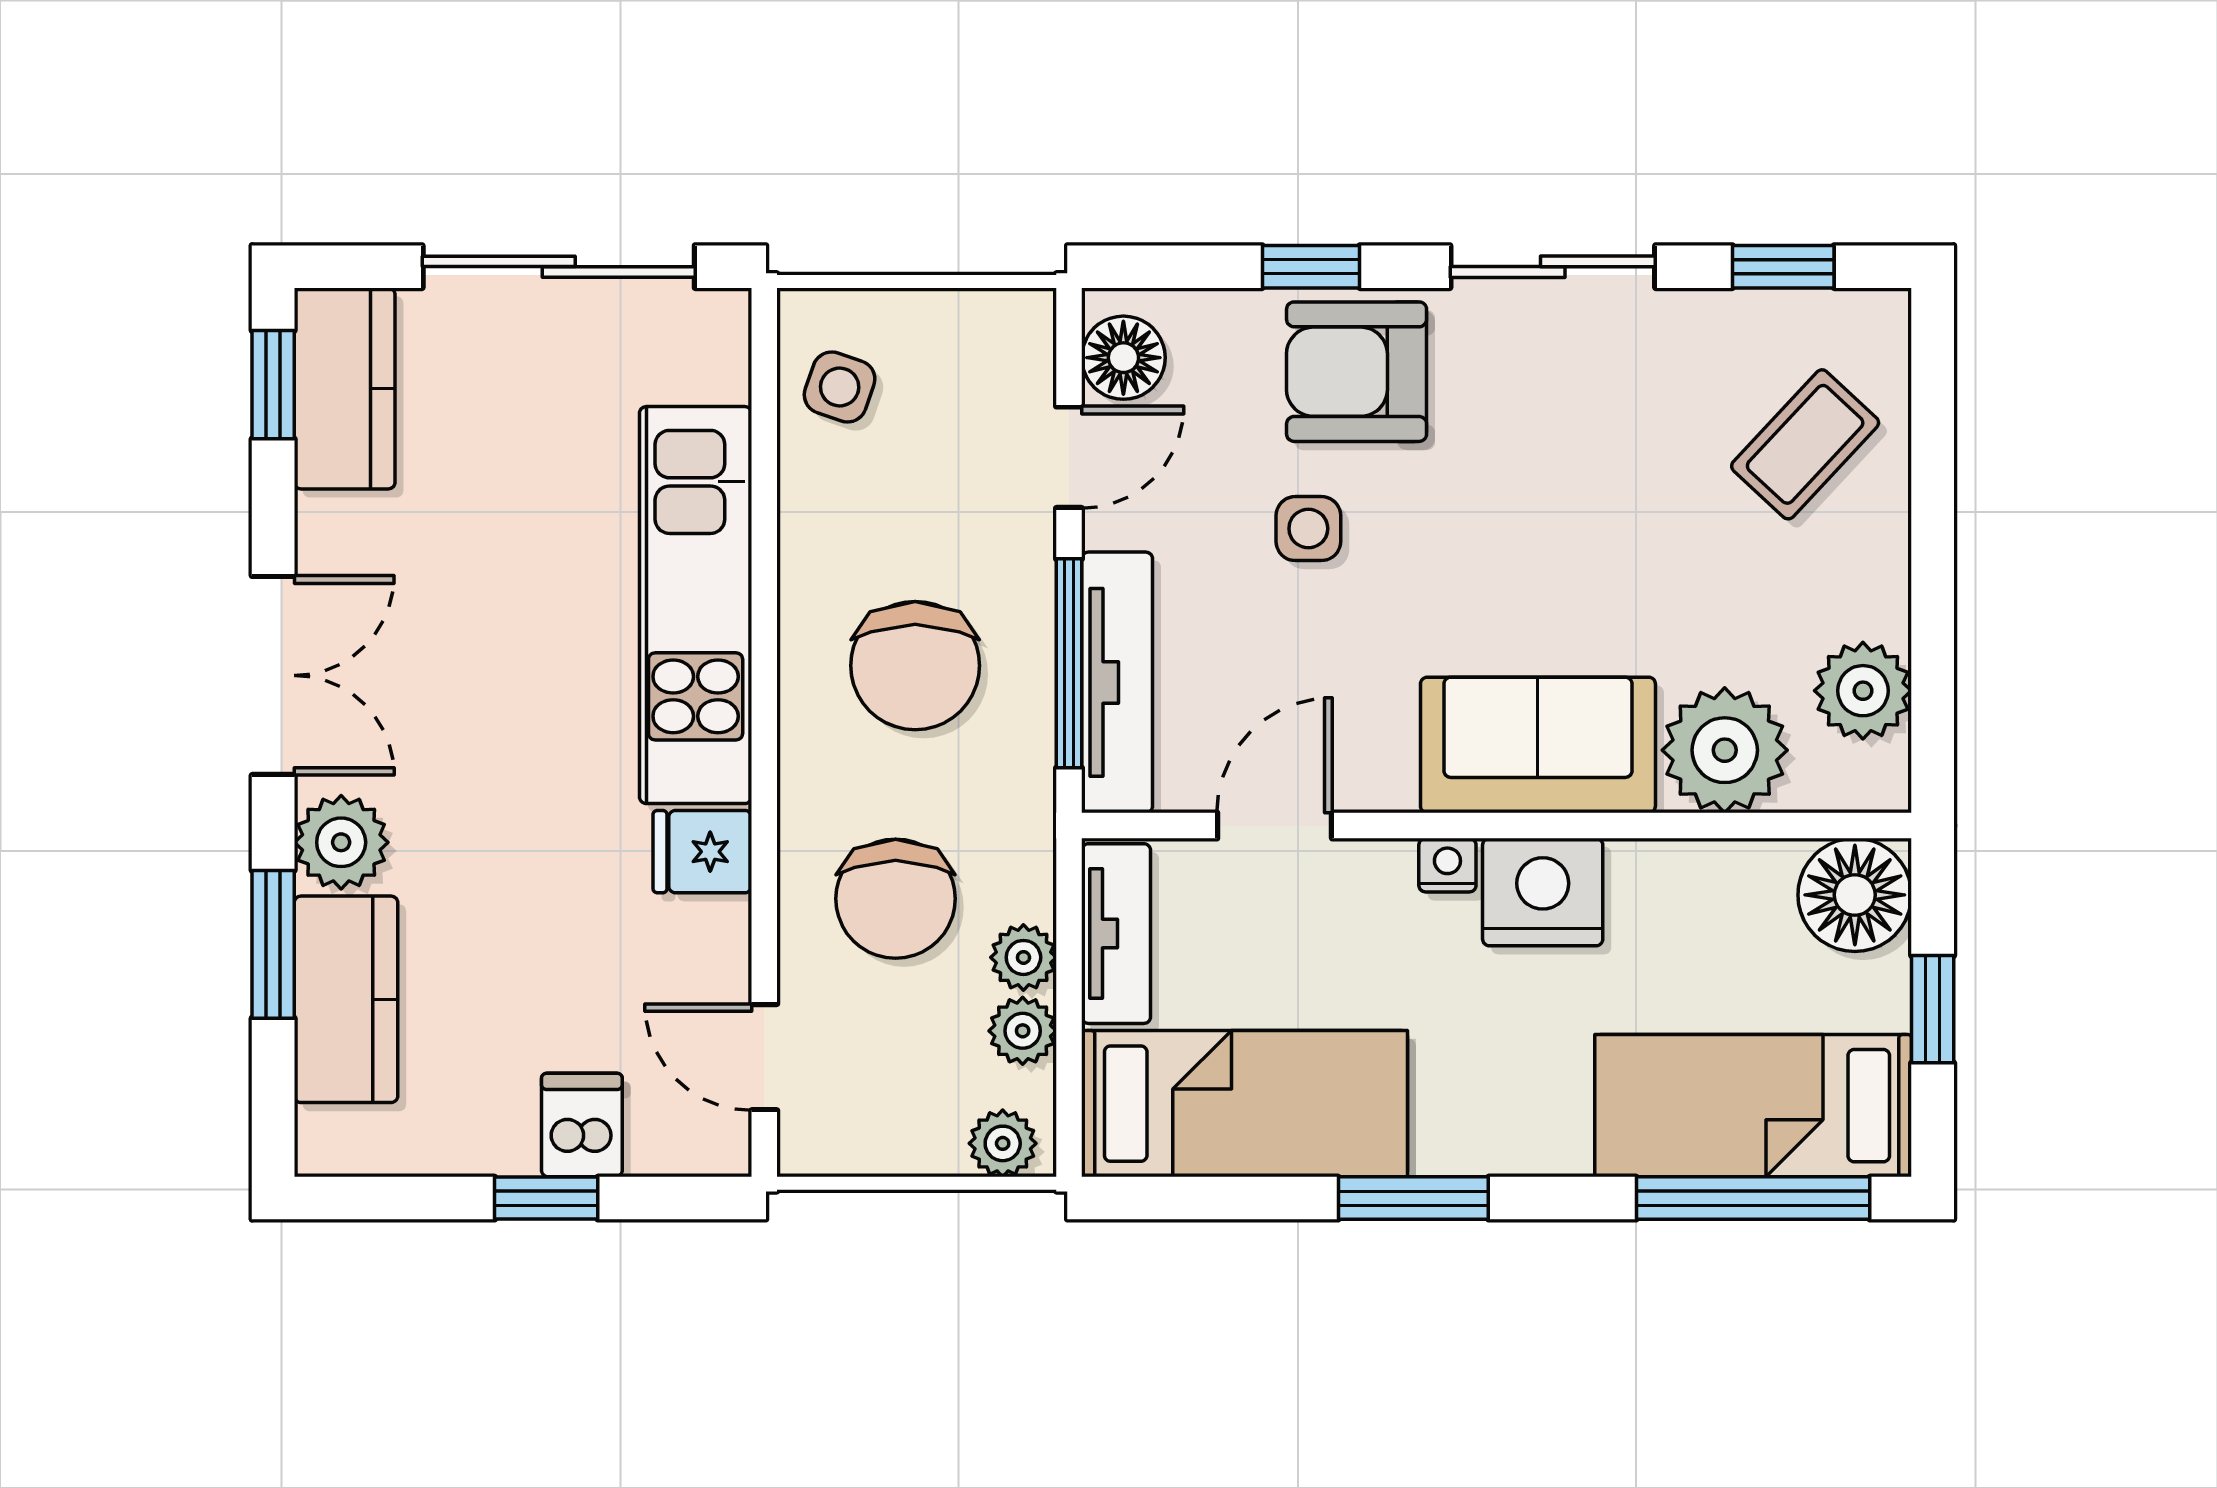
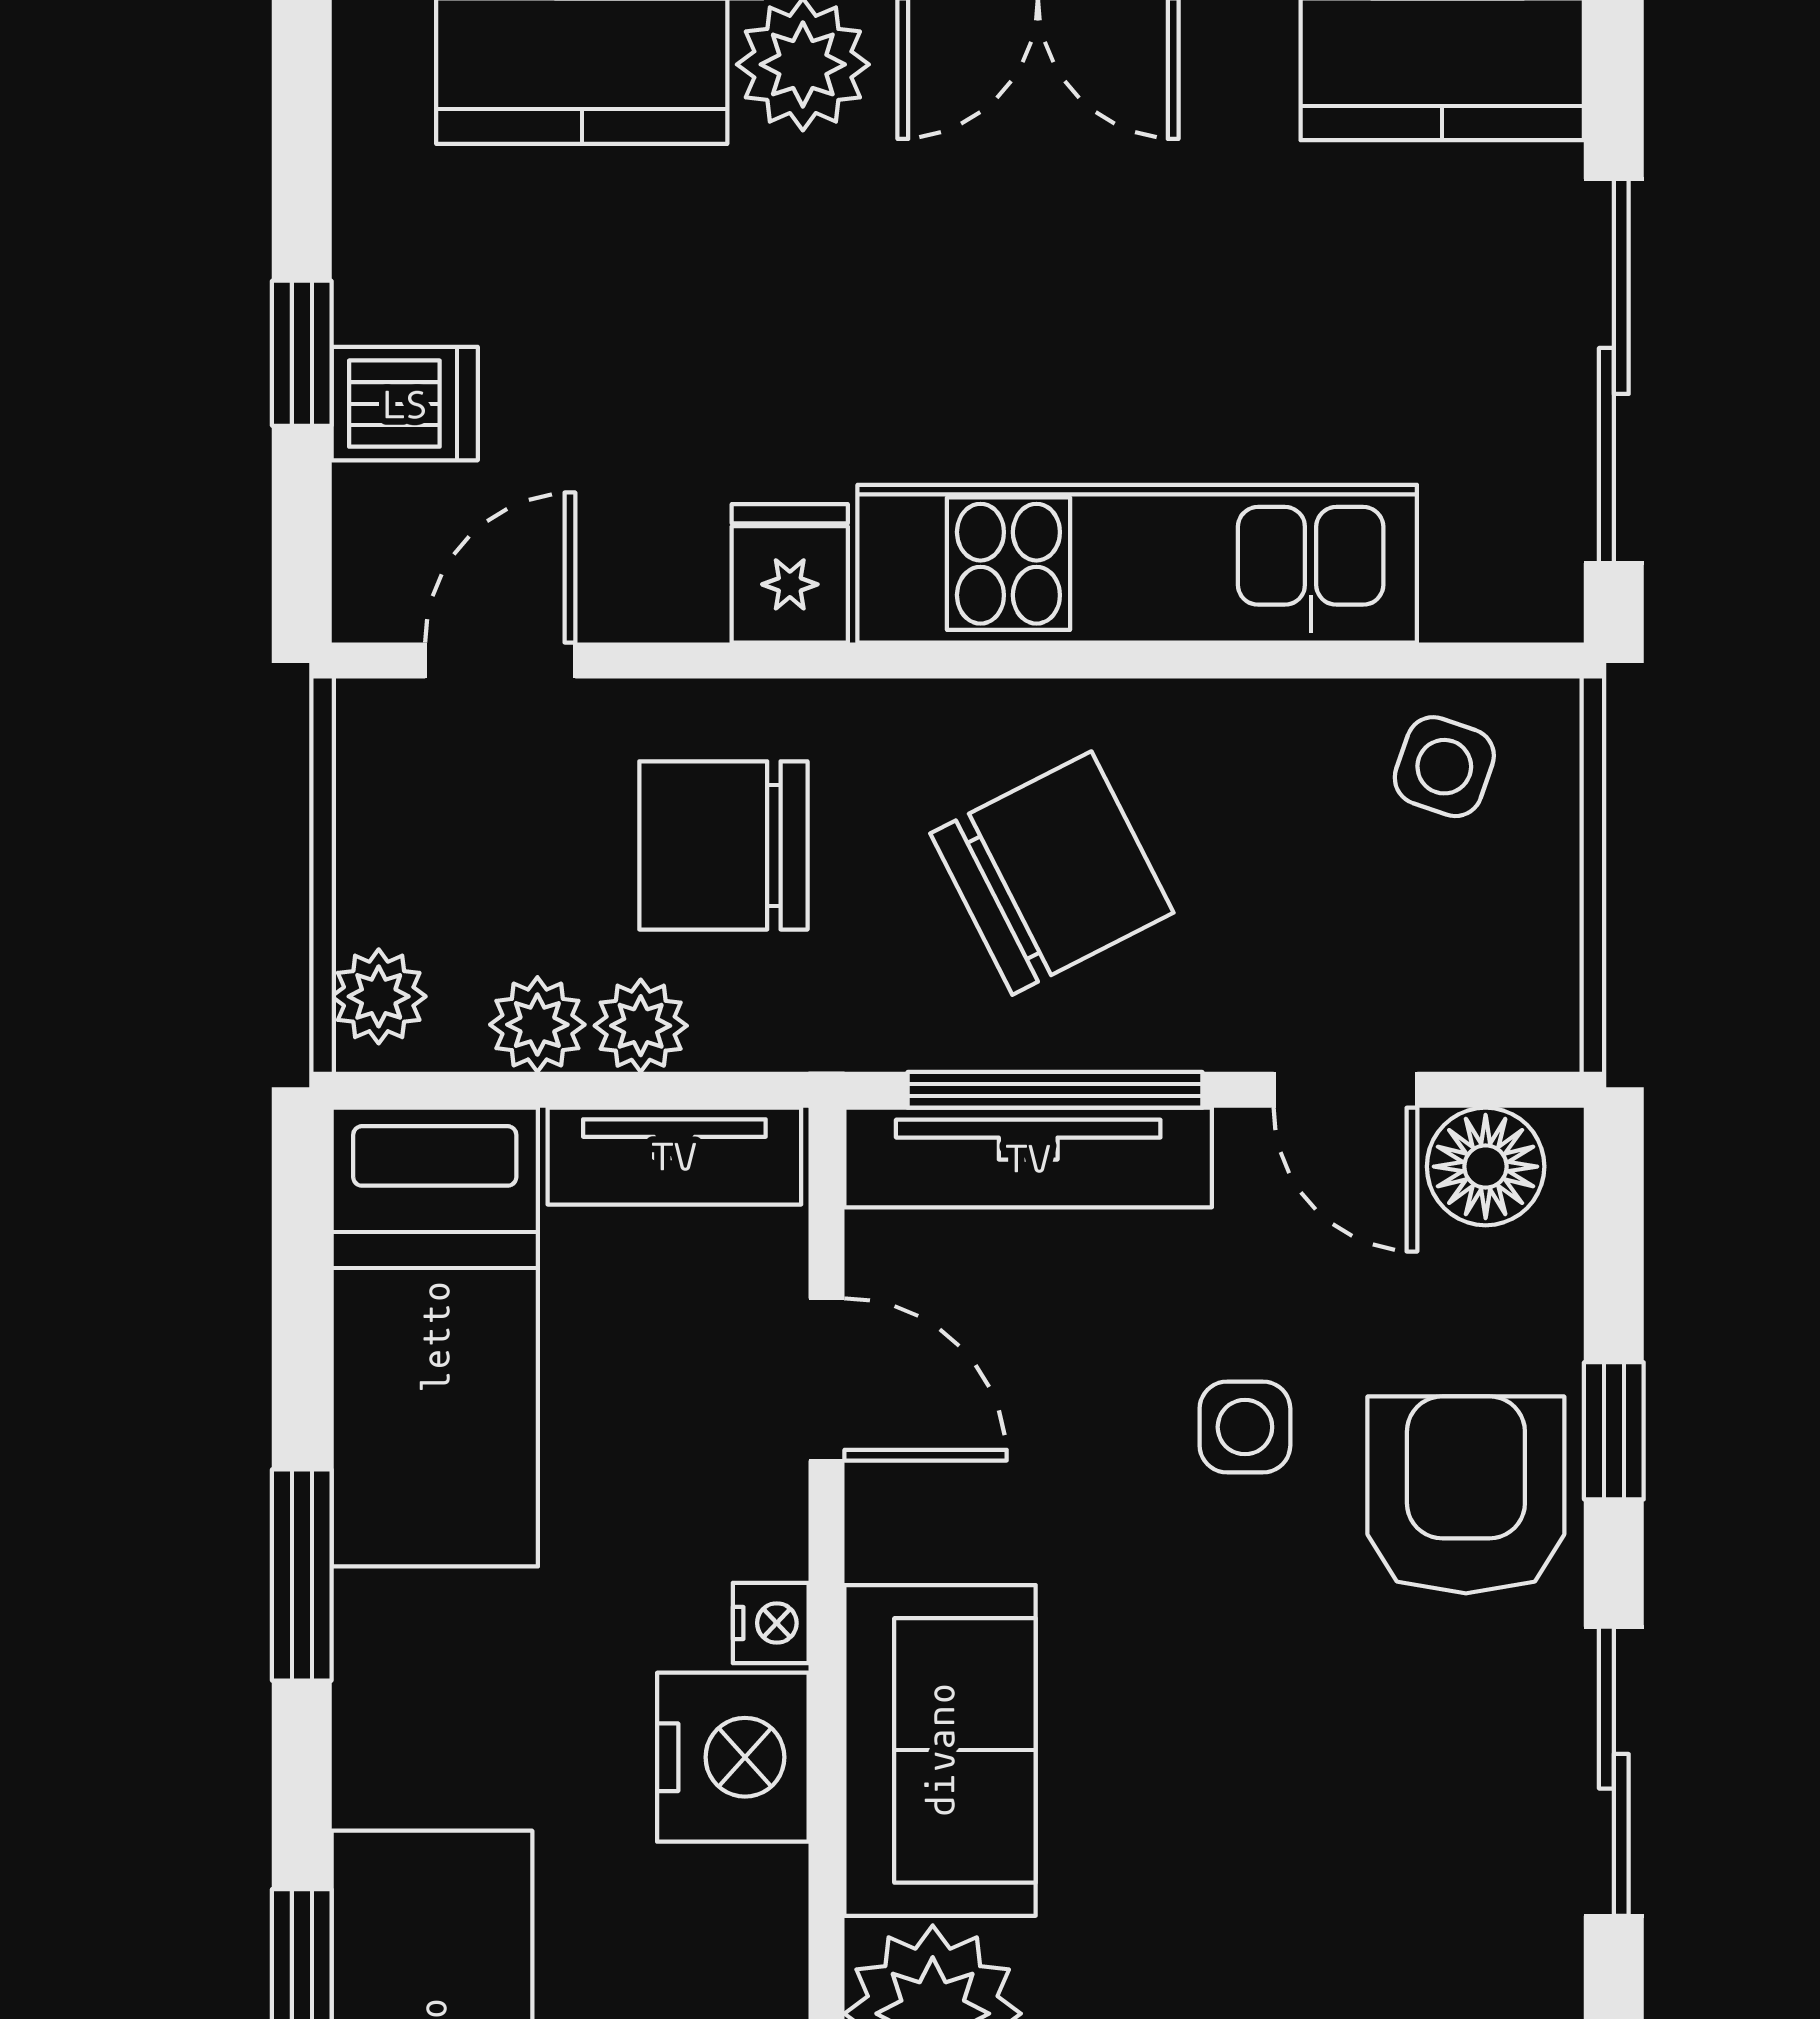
chair: (915, 666) -> (1052, 873), turned 153

